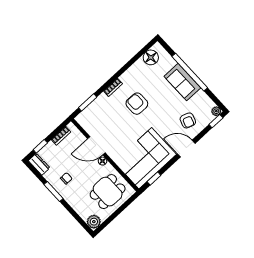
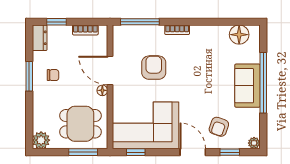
window: (88, 102) -> (140, 22), width x1.44
armchair: (137, 104) -> (154, 68), moved
window: (216, 121) -> (230, 152), moved
window: (124, 206) -> (83, 152), added

